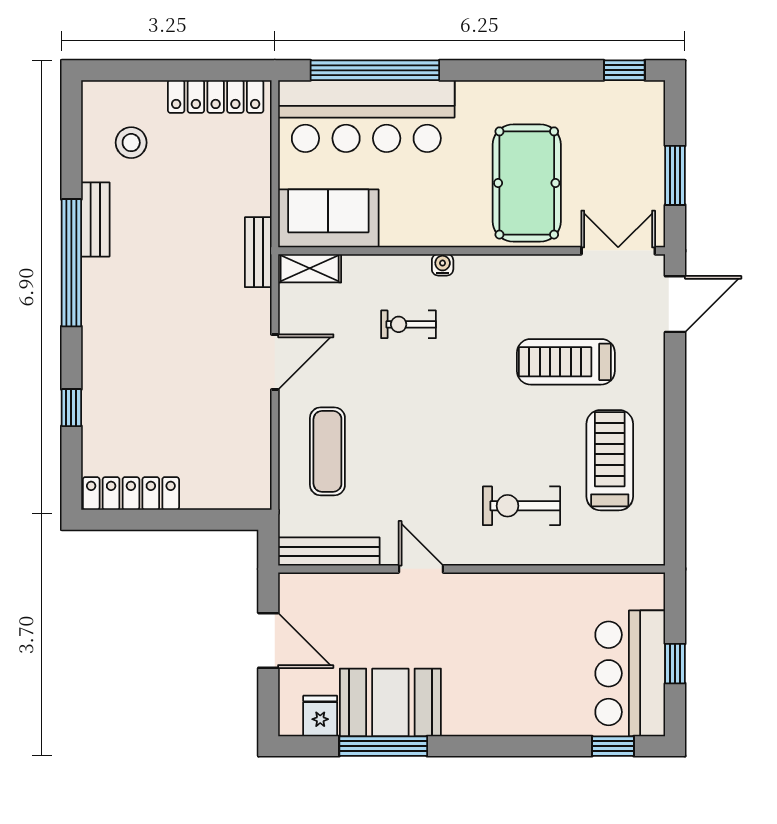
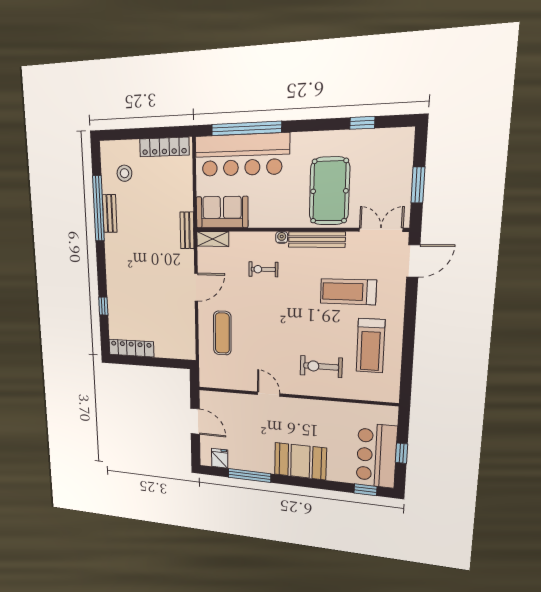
window: (624, 70) -> (362, 123), moved
window: (71, 263) -> (99, 209), moved
treadmill: (610, 460) -> (370, 346), turned 180
bench: (329, 551) -> (317, 240), moved
booth: (390, 702) -> (300, 461), moved

